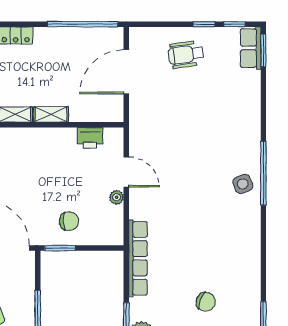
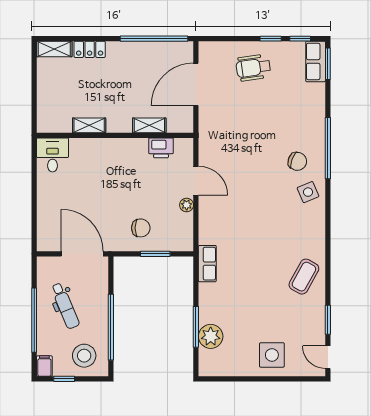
shelving: (51, 114) -> (149, 125), moved
window: (263, 173) -> (328, 148), moved
window: (60, 248) -> (155, 254), moved
row of seats: (138, 258) -> (207, 264), width x0.50
coffee table: (239, 272) -> (304, 277), added
chair: (206, 302) -> (297, 161), moved

